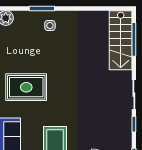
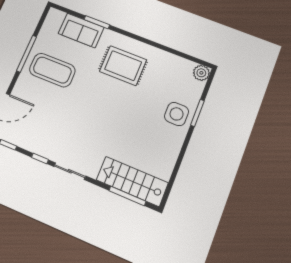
side table: (50, 26) -> (177, 114), width x1.87, depth x1.87
rug: (26, 87) -> (123, 66), turned 90

